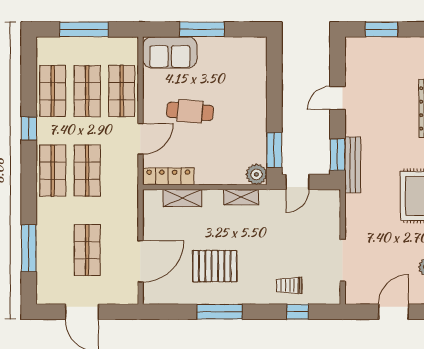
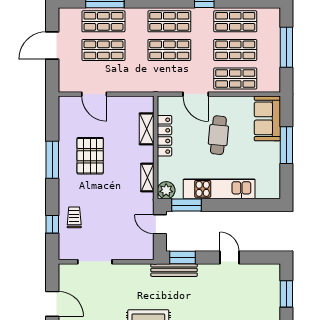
kitchen unit: (255, 110) -> (219, 189), added
locker: (168, 176) -> (164, 136), moved
shop shelf: (53, 250) -> (103, 21), added
door: (140, 261) -> (94, 94), width x0.73

